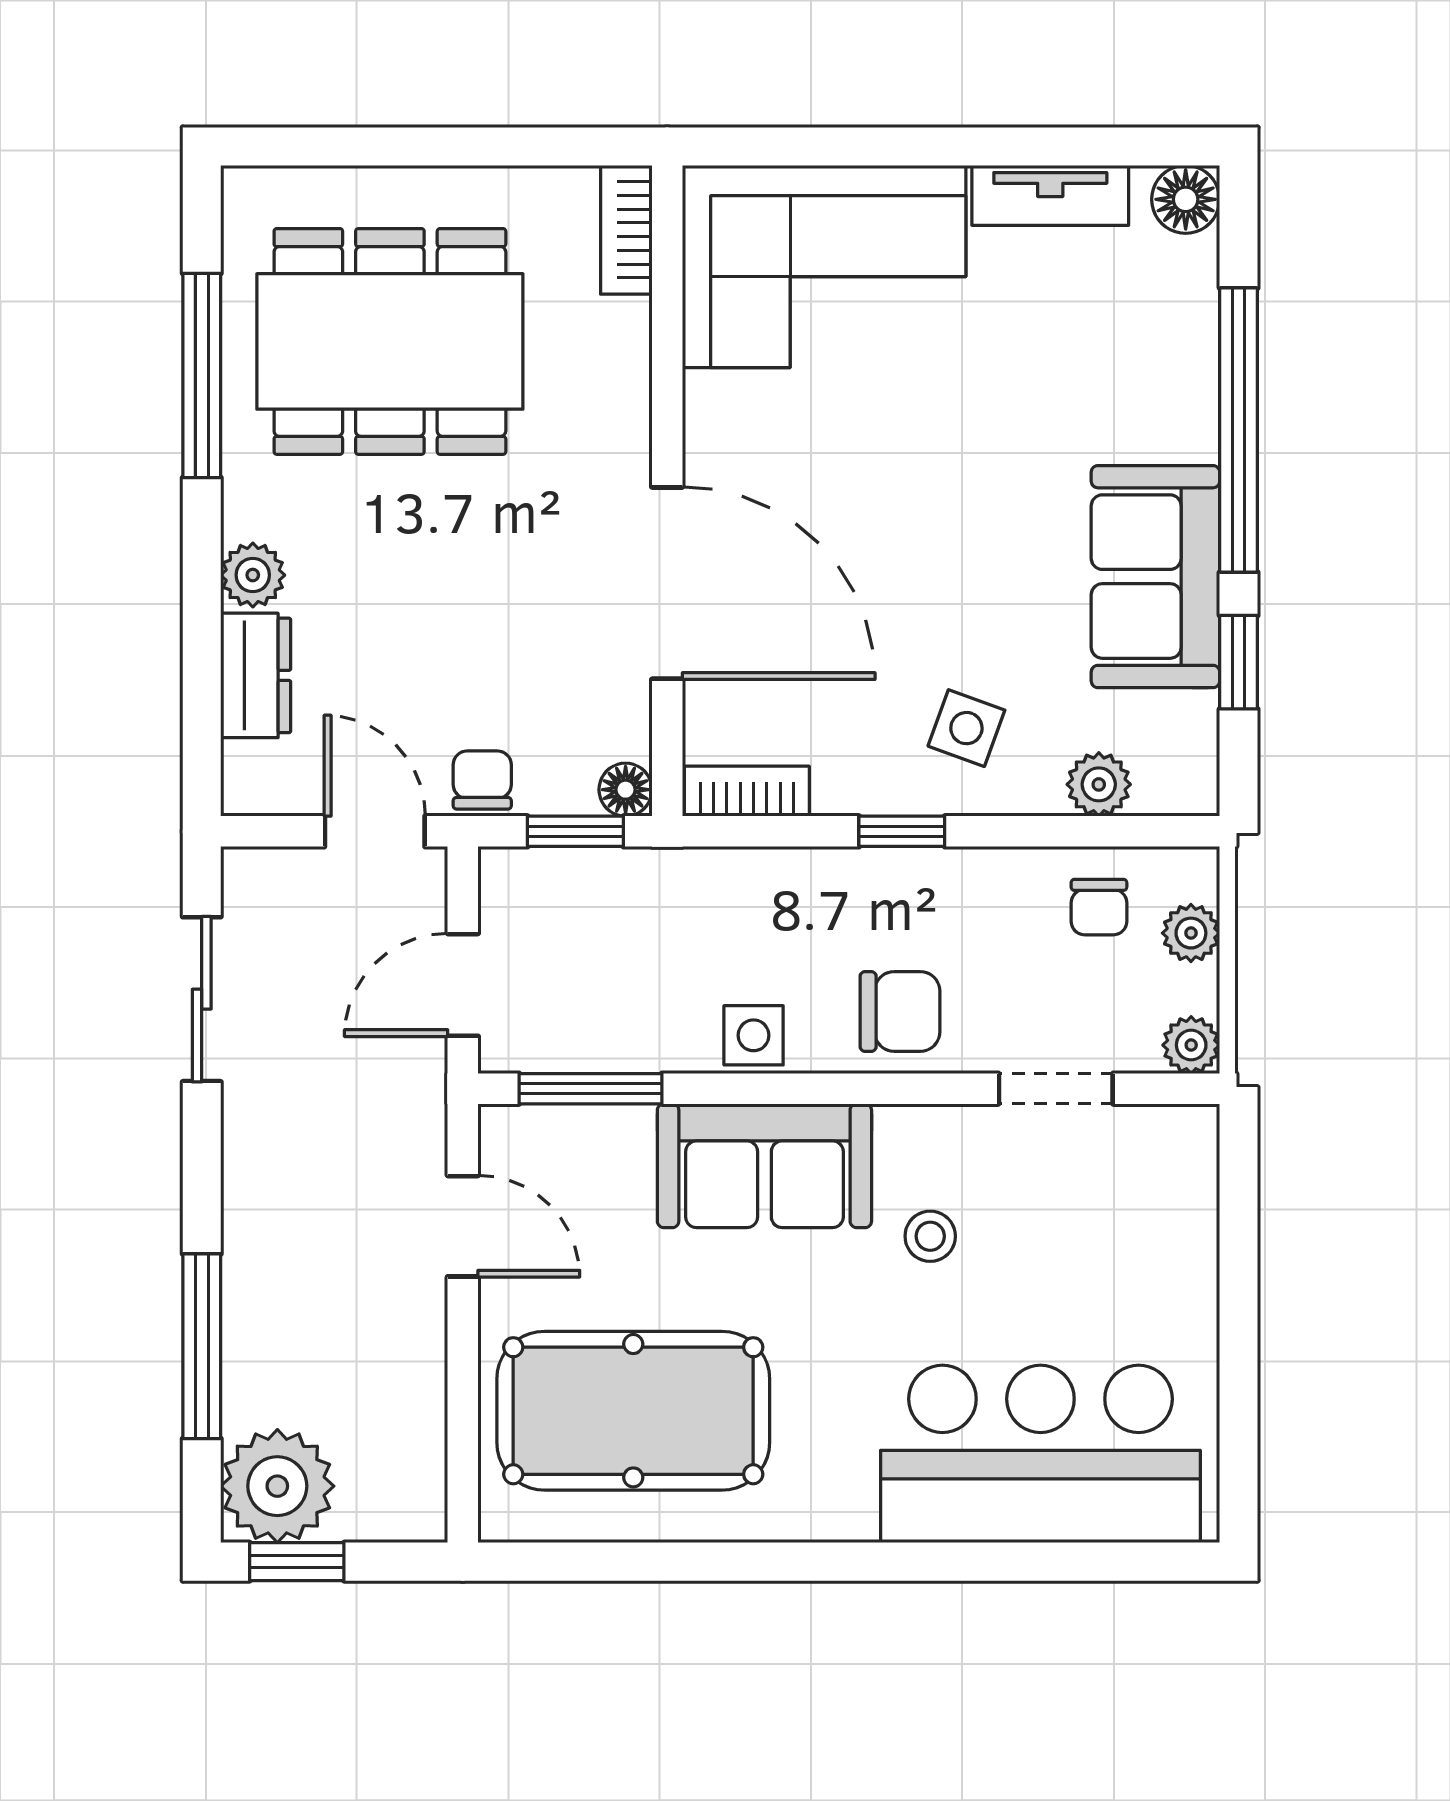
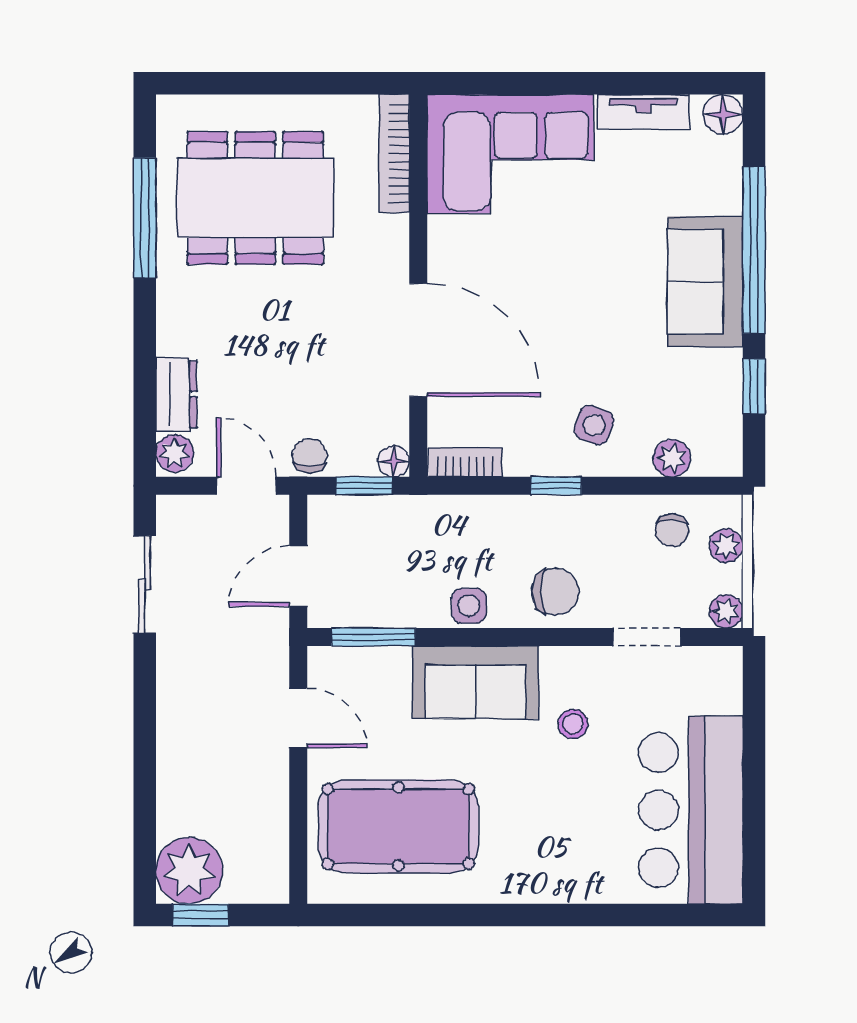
bookcase: (626, 230) -> (394, 154), width x1.56
plant: (253, 575) -> (175, 453), moved
sofa: (1155, 577) -> (705, 282), moved
window: (202, 1346) -> (145, 789), removed
bar counter: (1040, 1454) -> (691, 810), moved, turned -90

